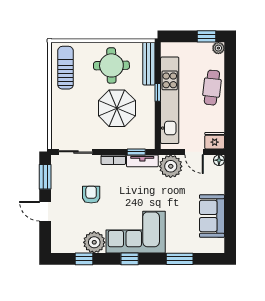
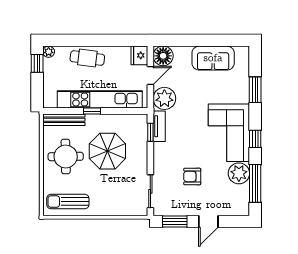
bookcase: (113, 160) -> (158, 155), removed
floor lamp: (219, 160) -> (163, 56), width x1.89, depth x1.89
window: (84, 259) -> (255, 183), width x2.17

